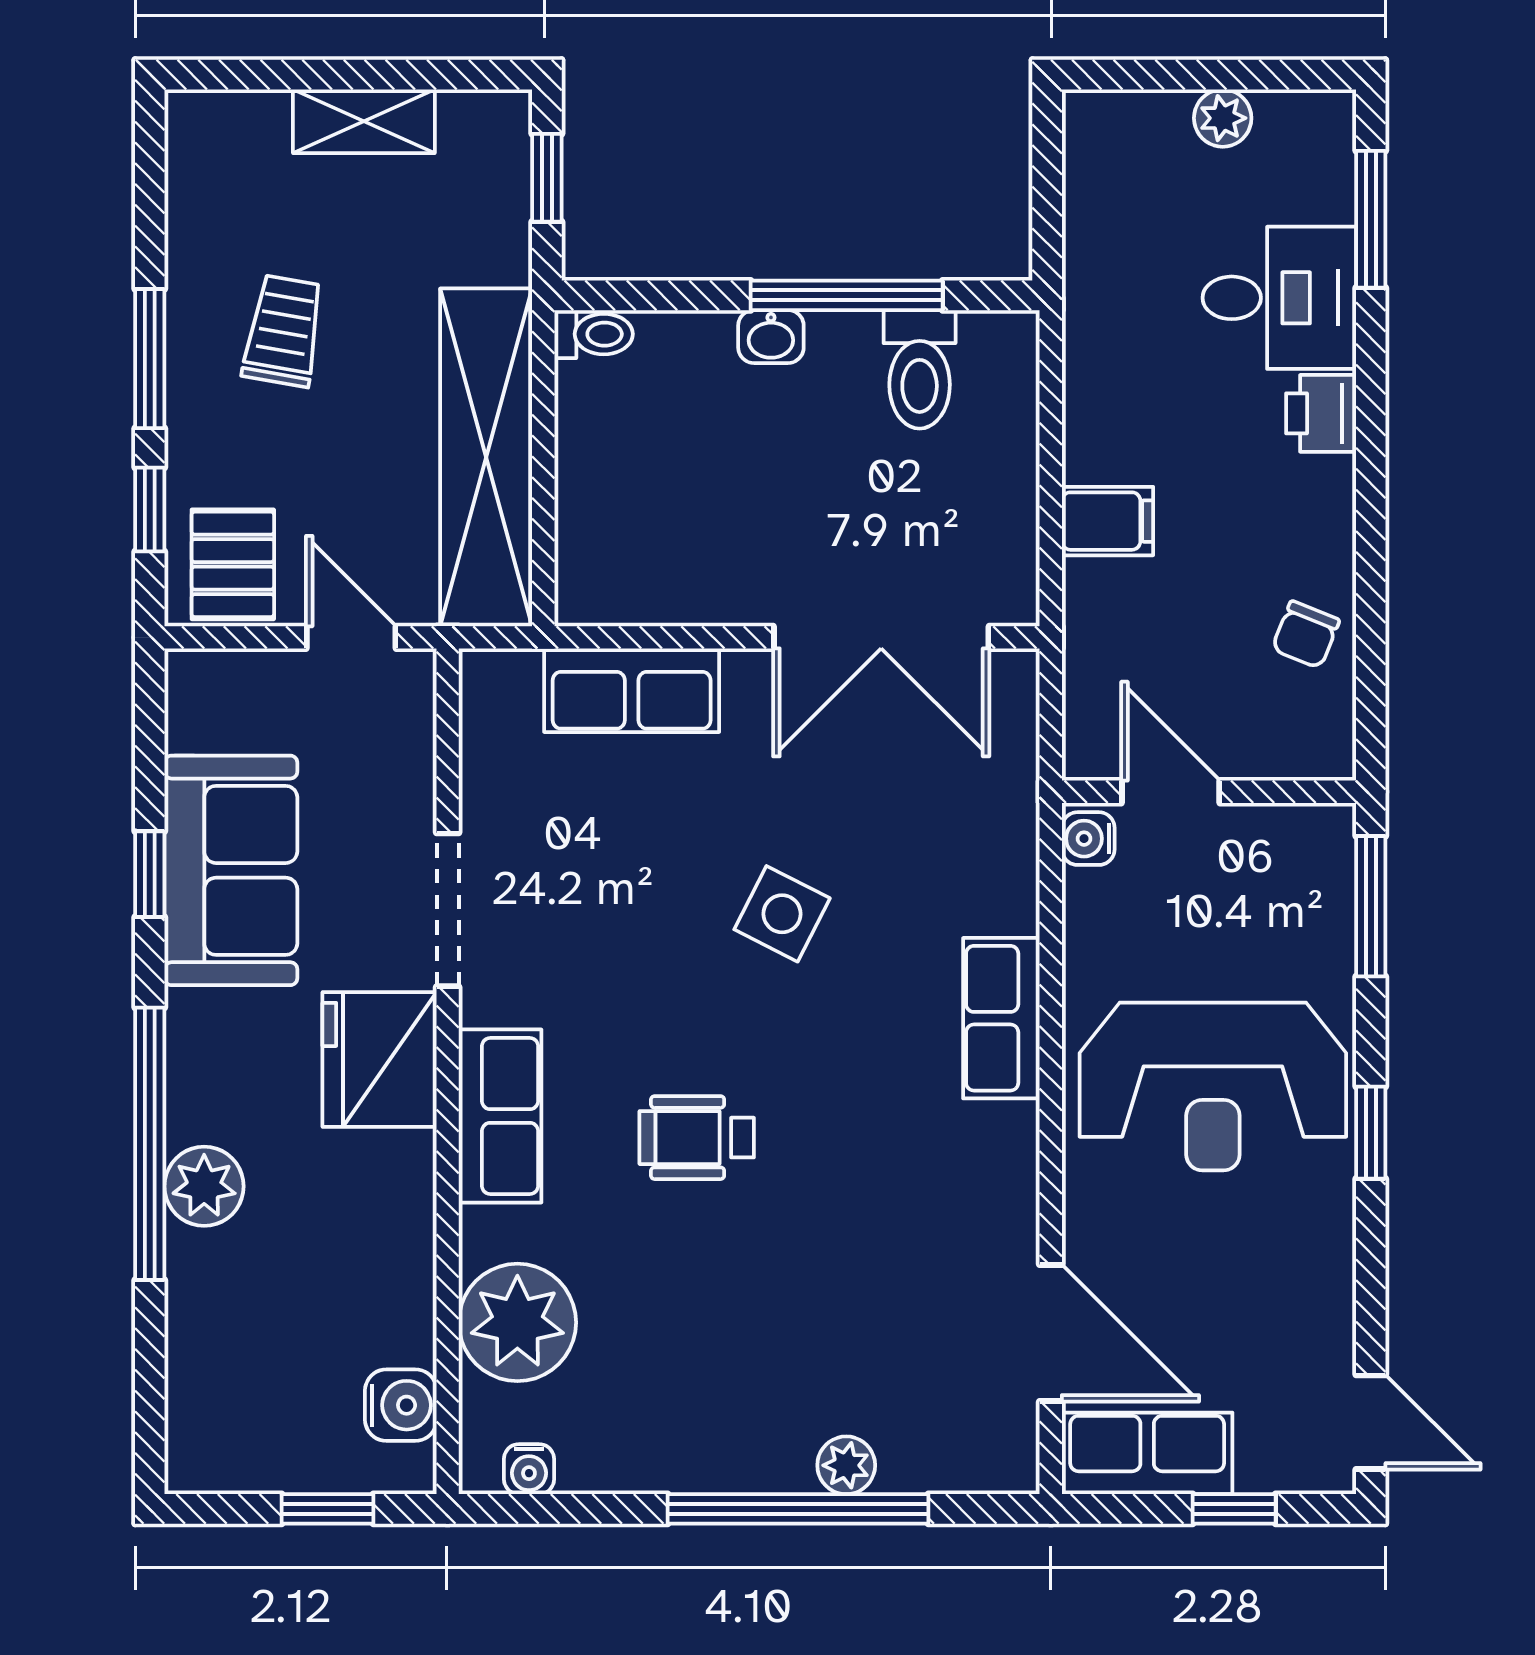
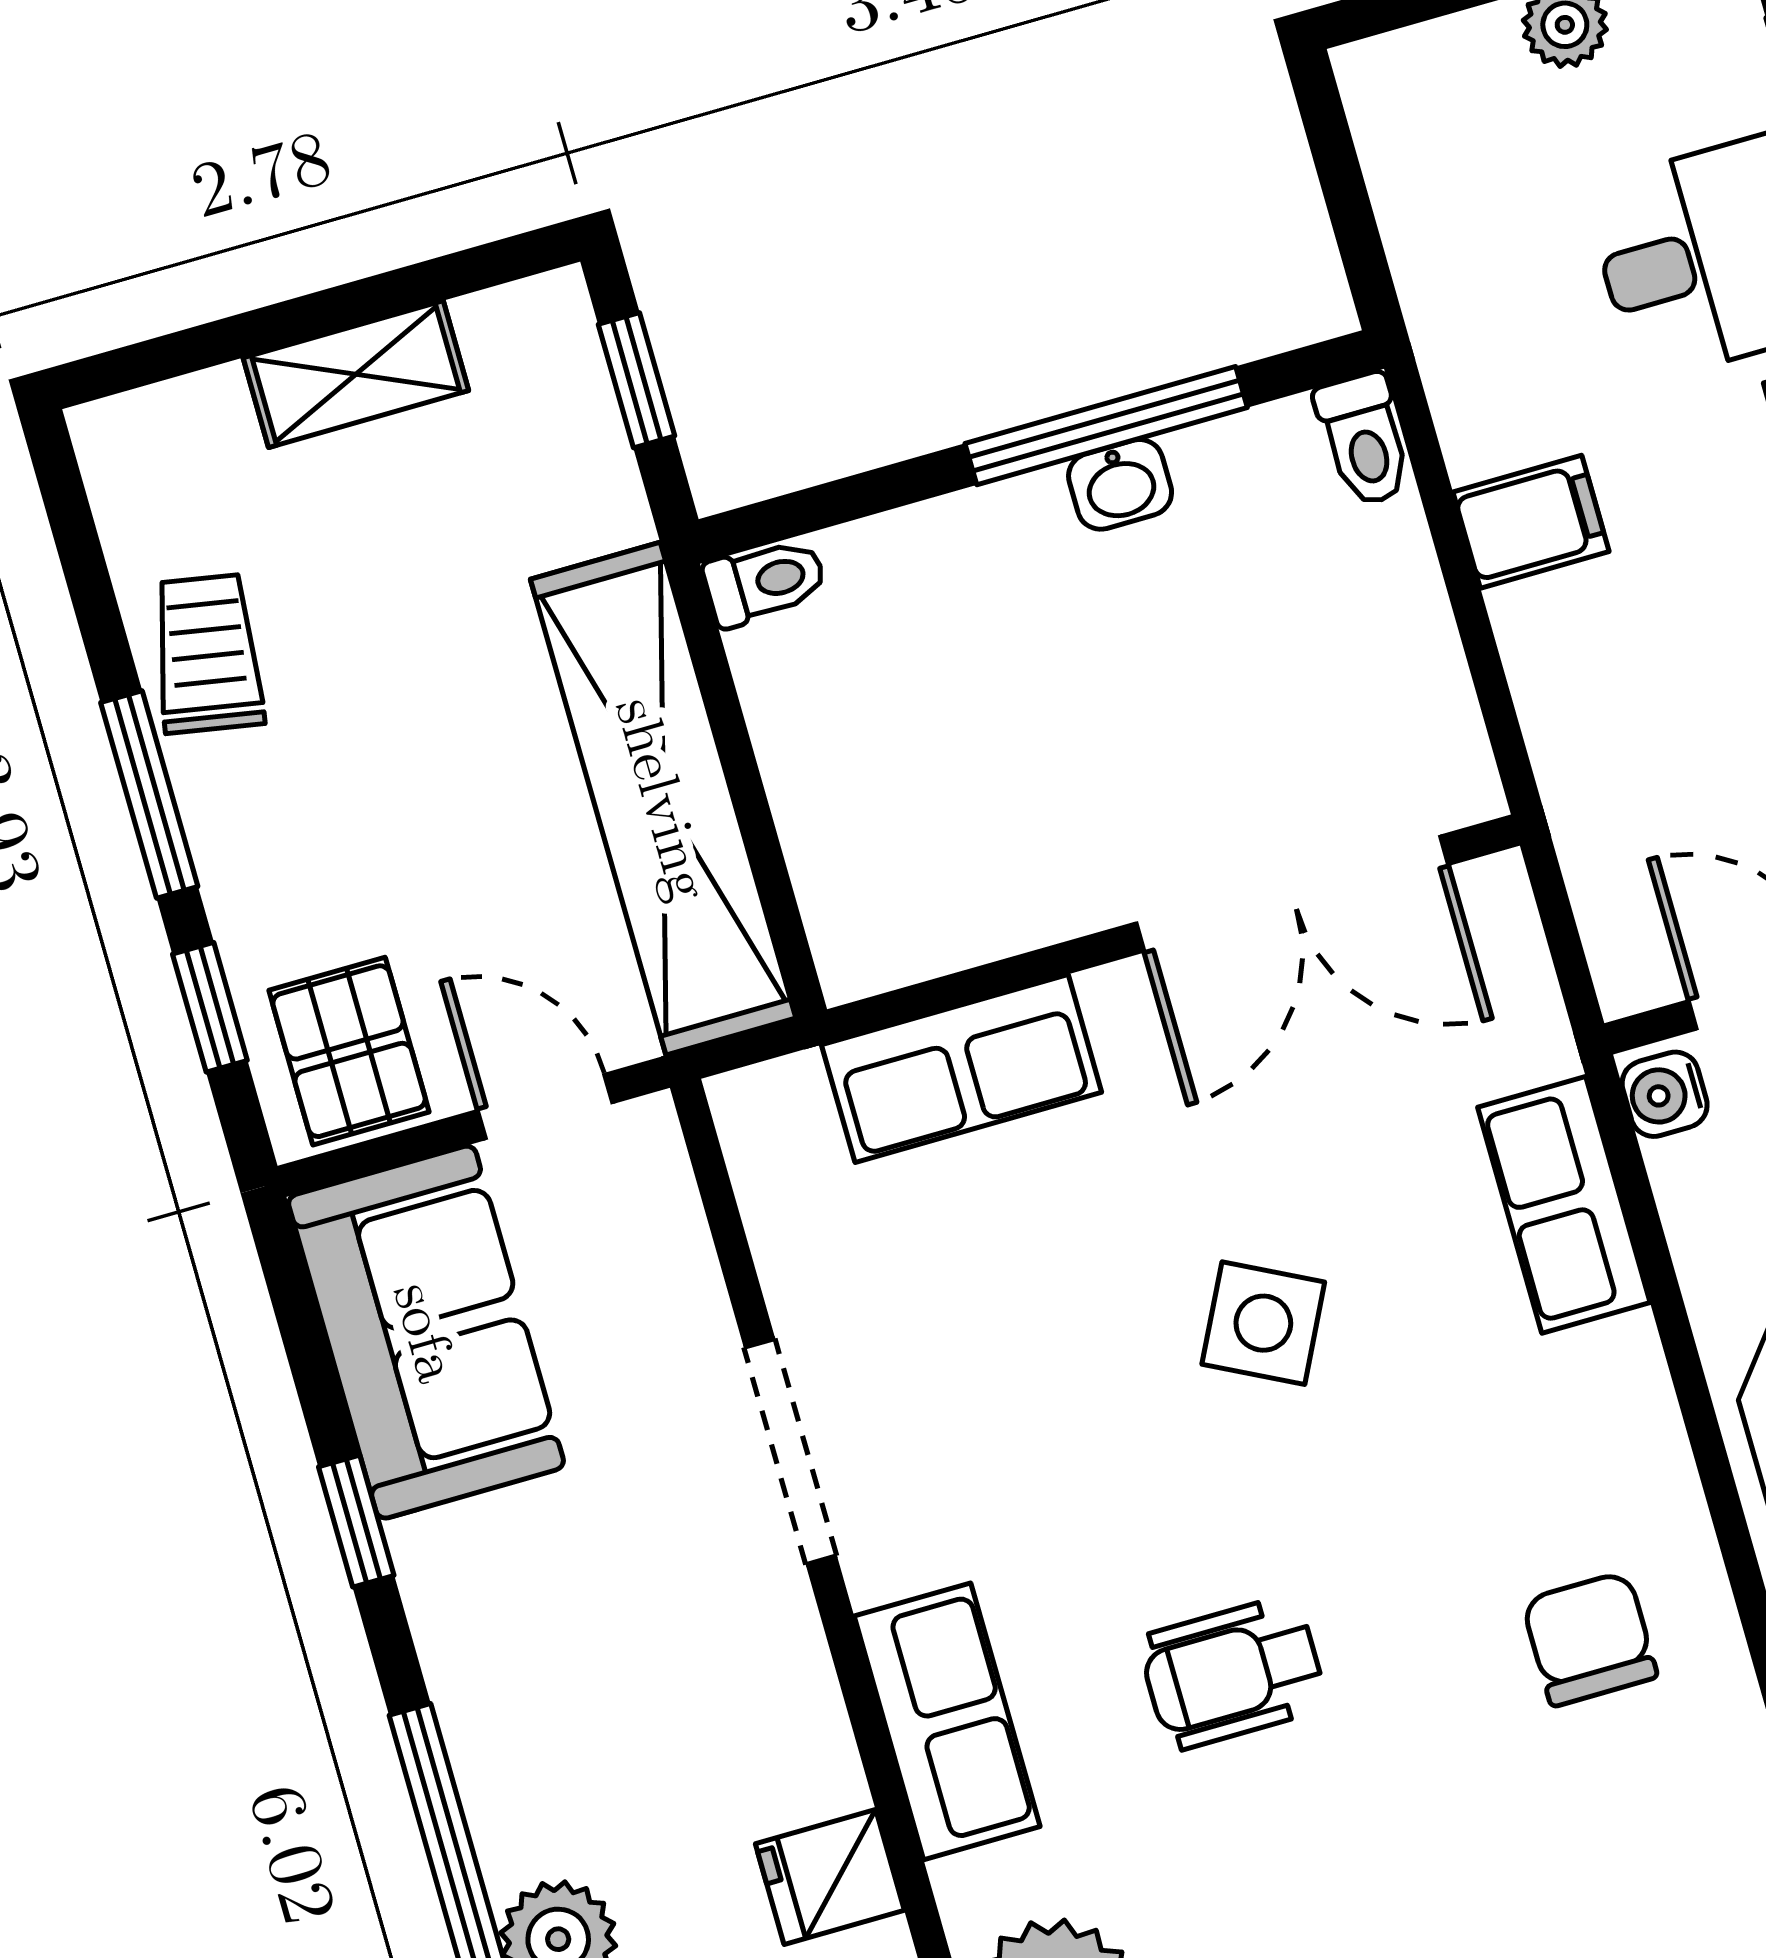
trolley: (284, 331) -> (208, 654), moved
washbasin: (771, 337) -> (1120, 484), moved
toilet: (920, 369) -> (1364, 440), moved, width x0.73, depth x0.72
filing cabinet: (1108, 521) -> (1531, 522), moved
sofa: (231, 870) -> (426, 1332), moved
row of seats: (1001, 1018) -> (1564, 1205), moved
fridge: (380, 1059) -> (830, 1877), moved, width x0.53, depth x0.75
chair: (937, 1182) -> (1590, 1639), added

